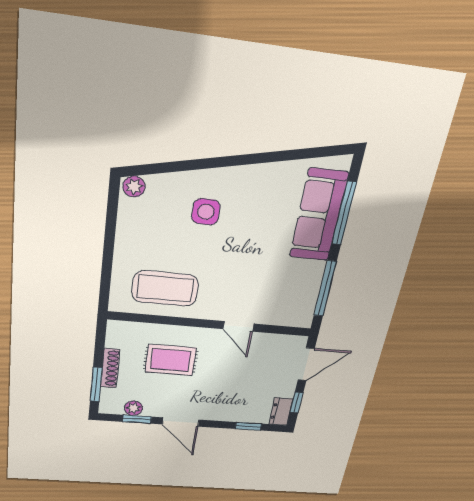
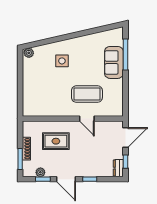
sofa: (319, 215) -> (114, 62), width x0.73
coffee table: (165, 289) -> (87, 94), moved
window: (325, 289) -> (125, 94), removed
window: (248, 426) -> (90, 179), moved

